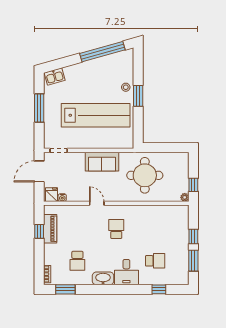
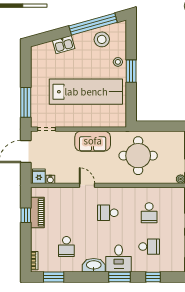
stool: (111, 66) -> (102, 39), added
kitchen sink: (55, 77) -> (64, 45), moved
window: (39, 108) -> (26, 102), moved
school desk: (116, 229) -> (108, 213), turned -90
school desk: (155, 229) -> (149, 213), added
window: (127, 289) -> (120, 277), added

